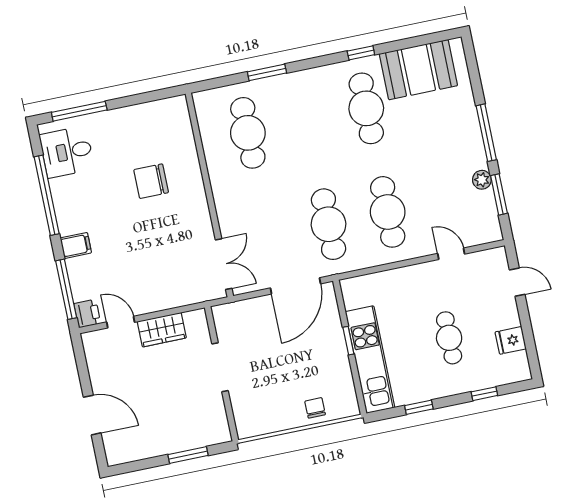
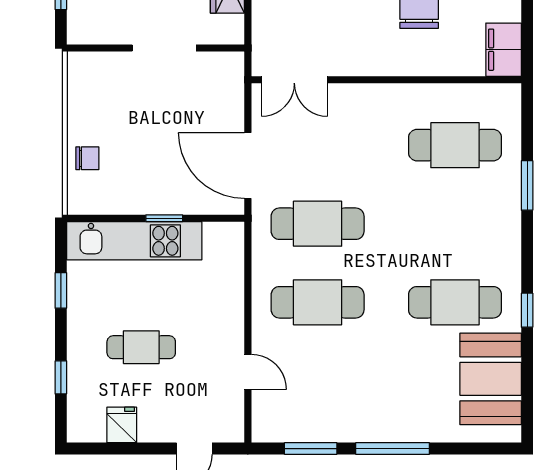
filing cabinet: (168, 111) -> (504, 50), added
plant: (482, 180) -> (334, 431), removed
door: (451, 254) -> (248, 372), hinge flipped

